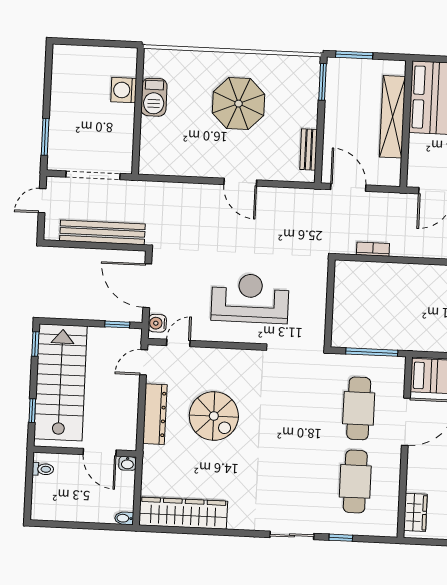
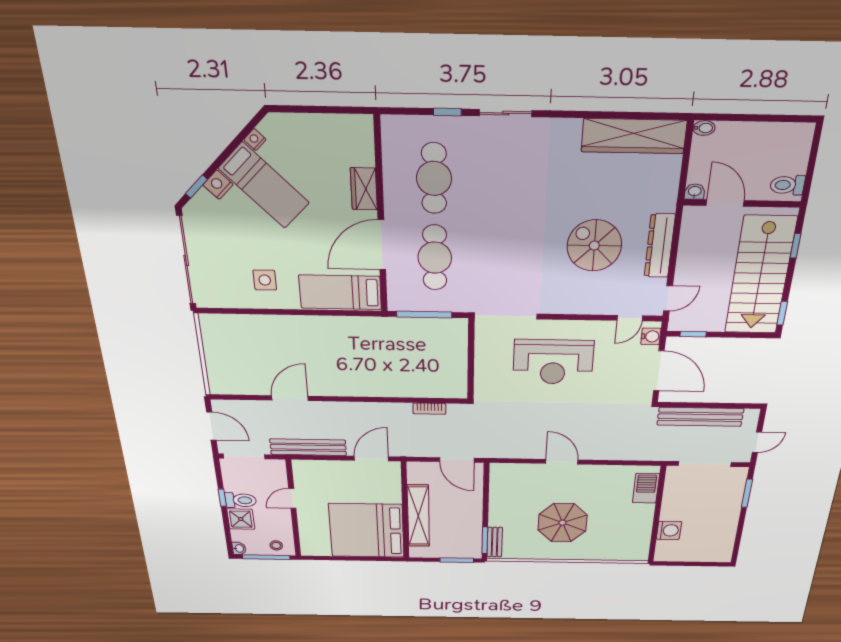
barbecue: (154, 97) -> (646, 488), moved
bench: (309, 149) -> (495, 542), moved
toilet: (43, 469) -> (787, 185), width x1.37, depth x1.39
wardrobe: (415, 512) -> (364, 189), moved

